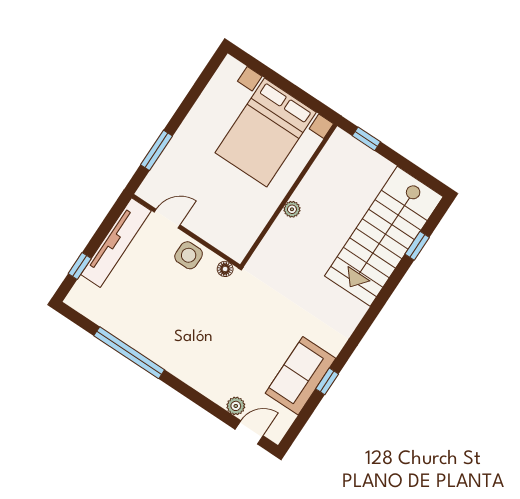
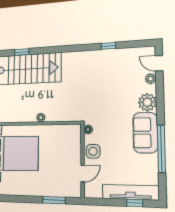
door: (167, 219) -> (83, 174), swing flipped
tv unit: (116, 243) -> (130, 192), moved
sofa: (300, 376) -> (145, 133), moved, turned 90
plant: (206, 379) -> (147, 102), added

